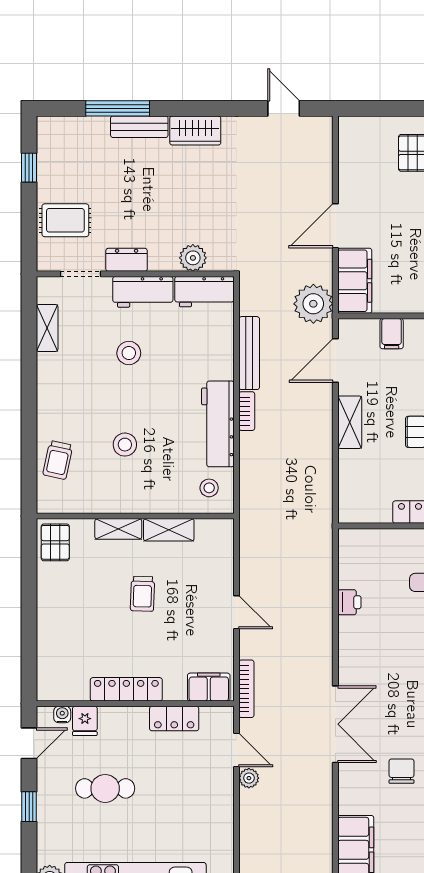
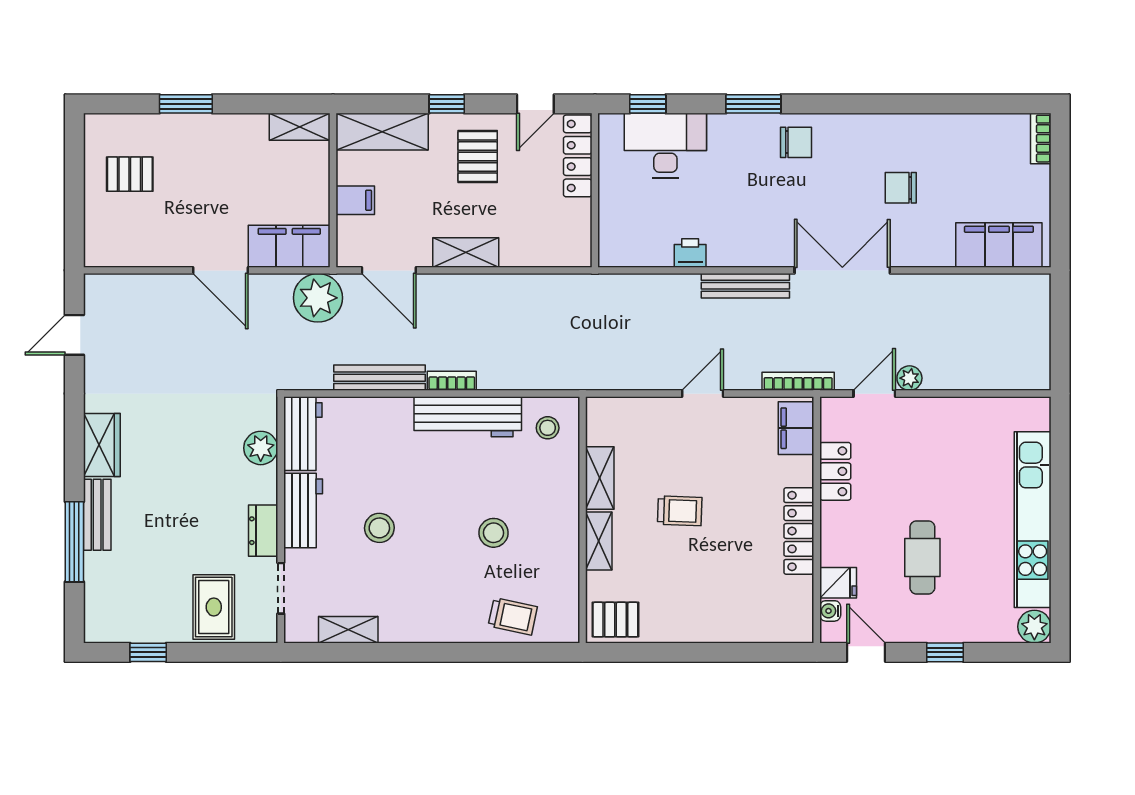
bench: (323, 647) -> (745, 286), added

